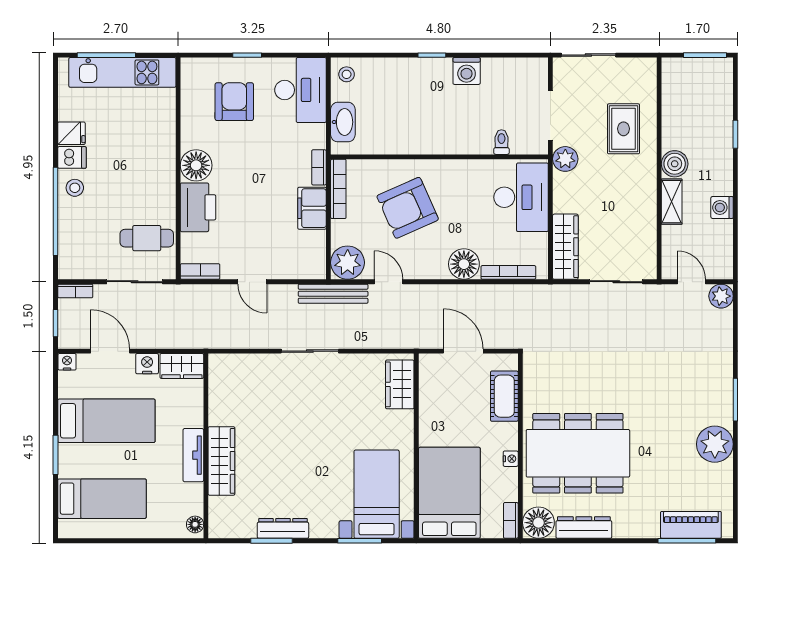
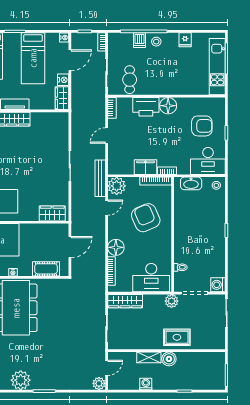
washing machine: (467, 71) -> (218, 285), moved
rug: (624, 129) -> (177, 337), moved
dishwasher: (72, 157) -> (139, 40), moved

